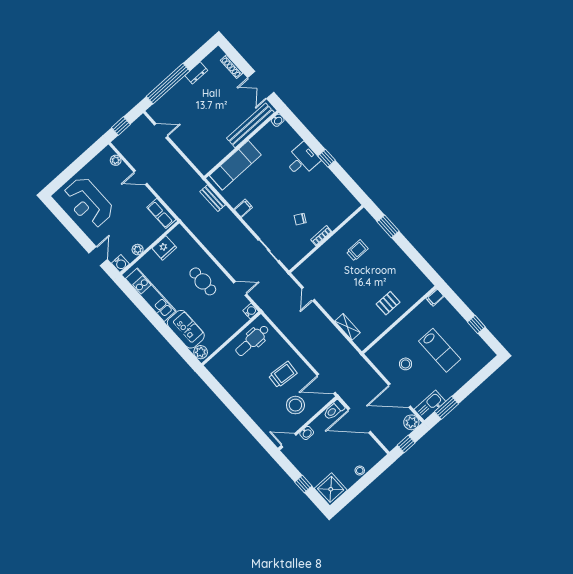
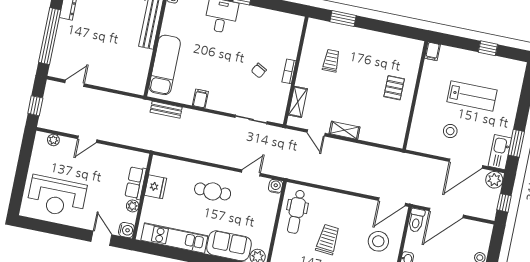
row of seats: (161, 213) -> (136, 183), moved, turned 90
shelving: (312, 262) -> (298, 102), added
shelving: (347, 327) -> (345, 130), moved
trolley: (283, 375) -> (328, 240), moved

